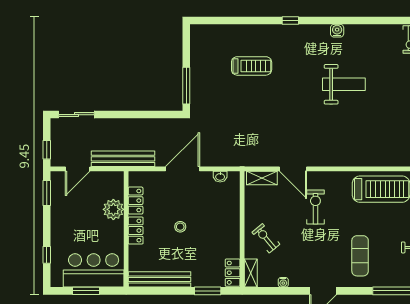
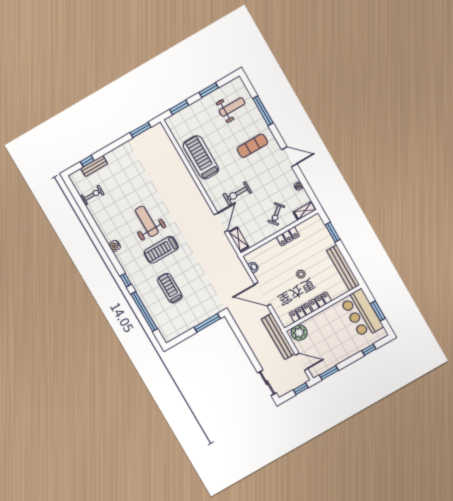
window: (242, 20) -> (144, 312), added
treadmill: (302, 82) -> (161, 250), added
plant: (113, 209) -> (299, 333), moved
locker: (233, 273) -> (288, 236), moved

